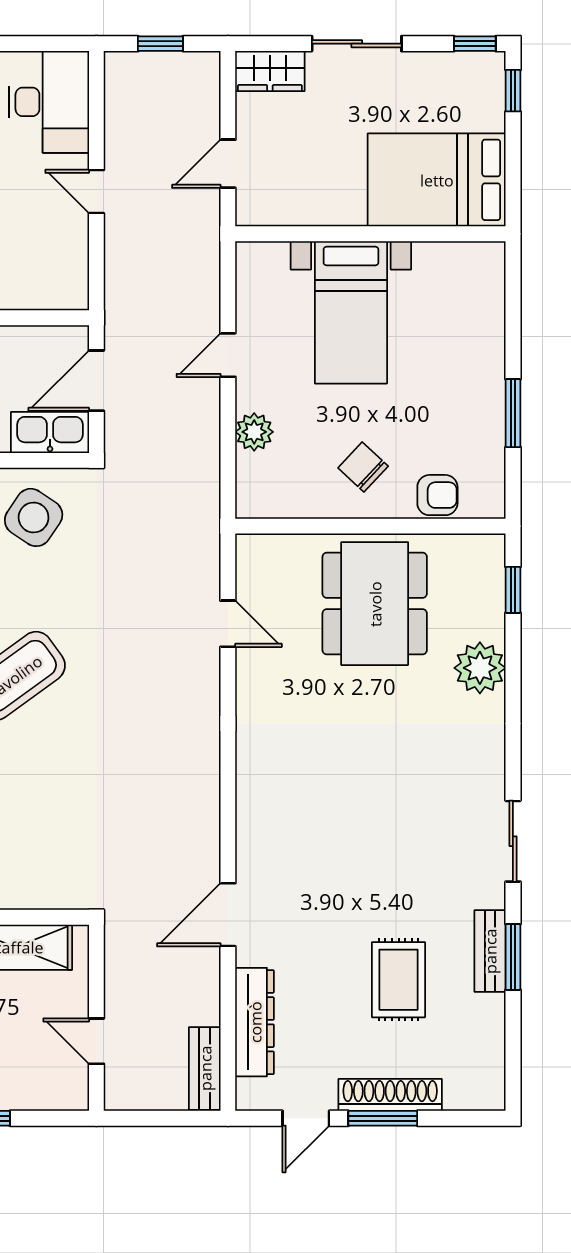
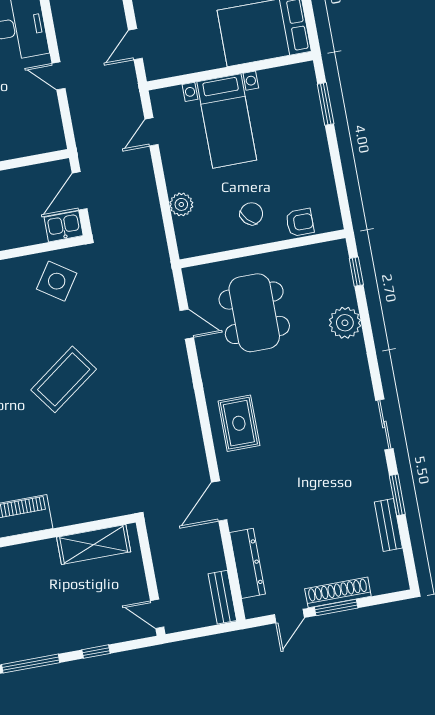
door: (228, 355) -> (151, 132), moved
window: (513, 413) -> (326, 104), moved
kitchen sink: (50, 432) -> (64, 226), width x0.73
chair: (363, 467) -> (251, 214), turned 94
dining table: (375, 604) -> (254, 313), moved
bench: (490, 951) -> (388, 525), moved
rug: (399, 980) -> (239, 423), moved
door: (96, 1041) -> (157, 614), moved

